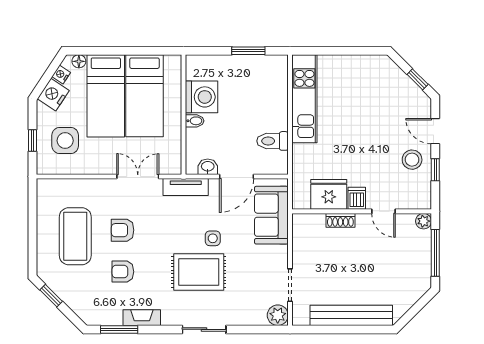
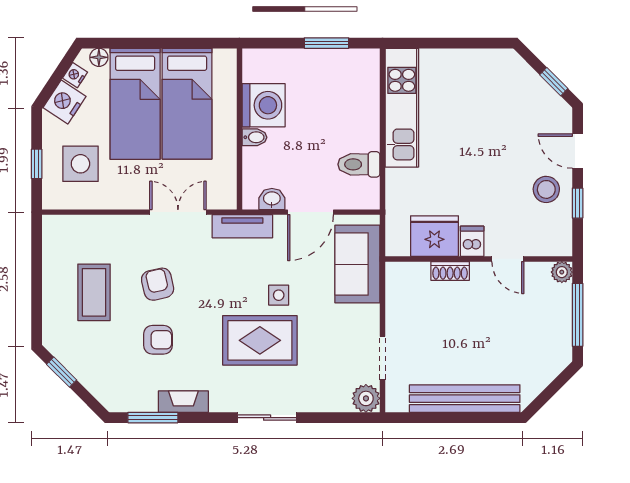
armchair: (123, 230) -> (158, 284), turned 77
coffee table: (75, 236) -> (94, 292), width x0.73, depth x0.76
armchair: (123, 272) -> (158, 340), turned 180

